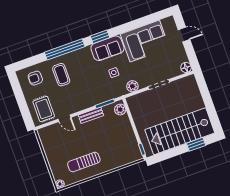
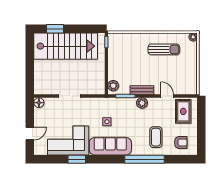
door: (184, 35) -> (30, 134), swing flipped
window: (100, 37) -> (77, 159), moved
sofa: (107, 48) -> (110, 146), width x1.36
plant: (132, 86) -> (142, 103), moved

